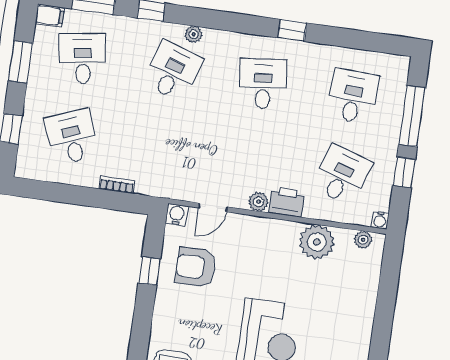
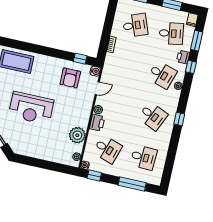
printer: (131, 29) -> (183, 57), added
window: (292, 30) -> (179, 119), moved
desk: (263, 84) -> (153, 116), turned 30
window: (404, 173) -> (94, 176), moved
door: (213, 207) -> (97, 88), swing flipped
armchair: (195, 267) -> (70, 78), turned 180
window: (149, 271) -> (80, 59), moved

